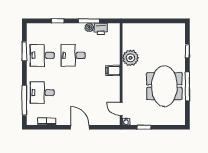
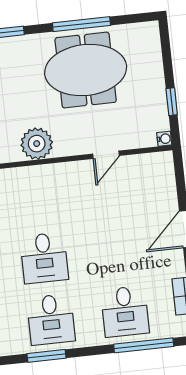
filing cabinet: (113, 71) -> (66, 176), removed
door: (121, 109) -> (106, 155), moved

